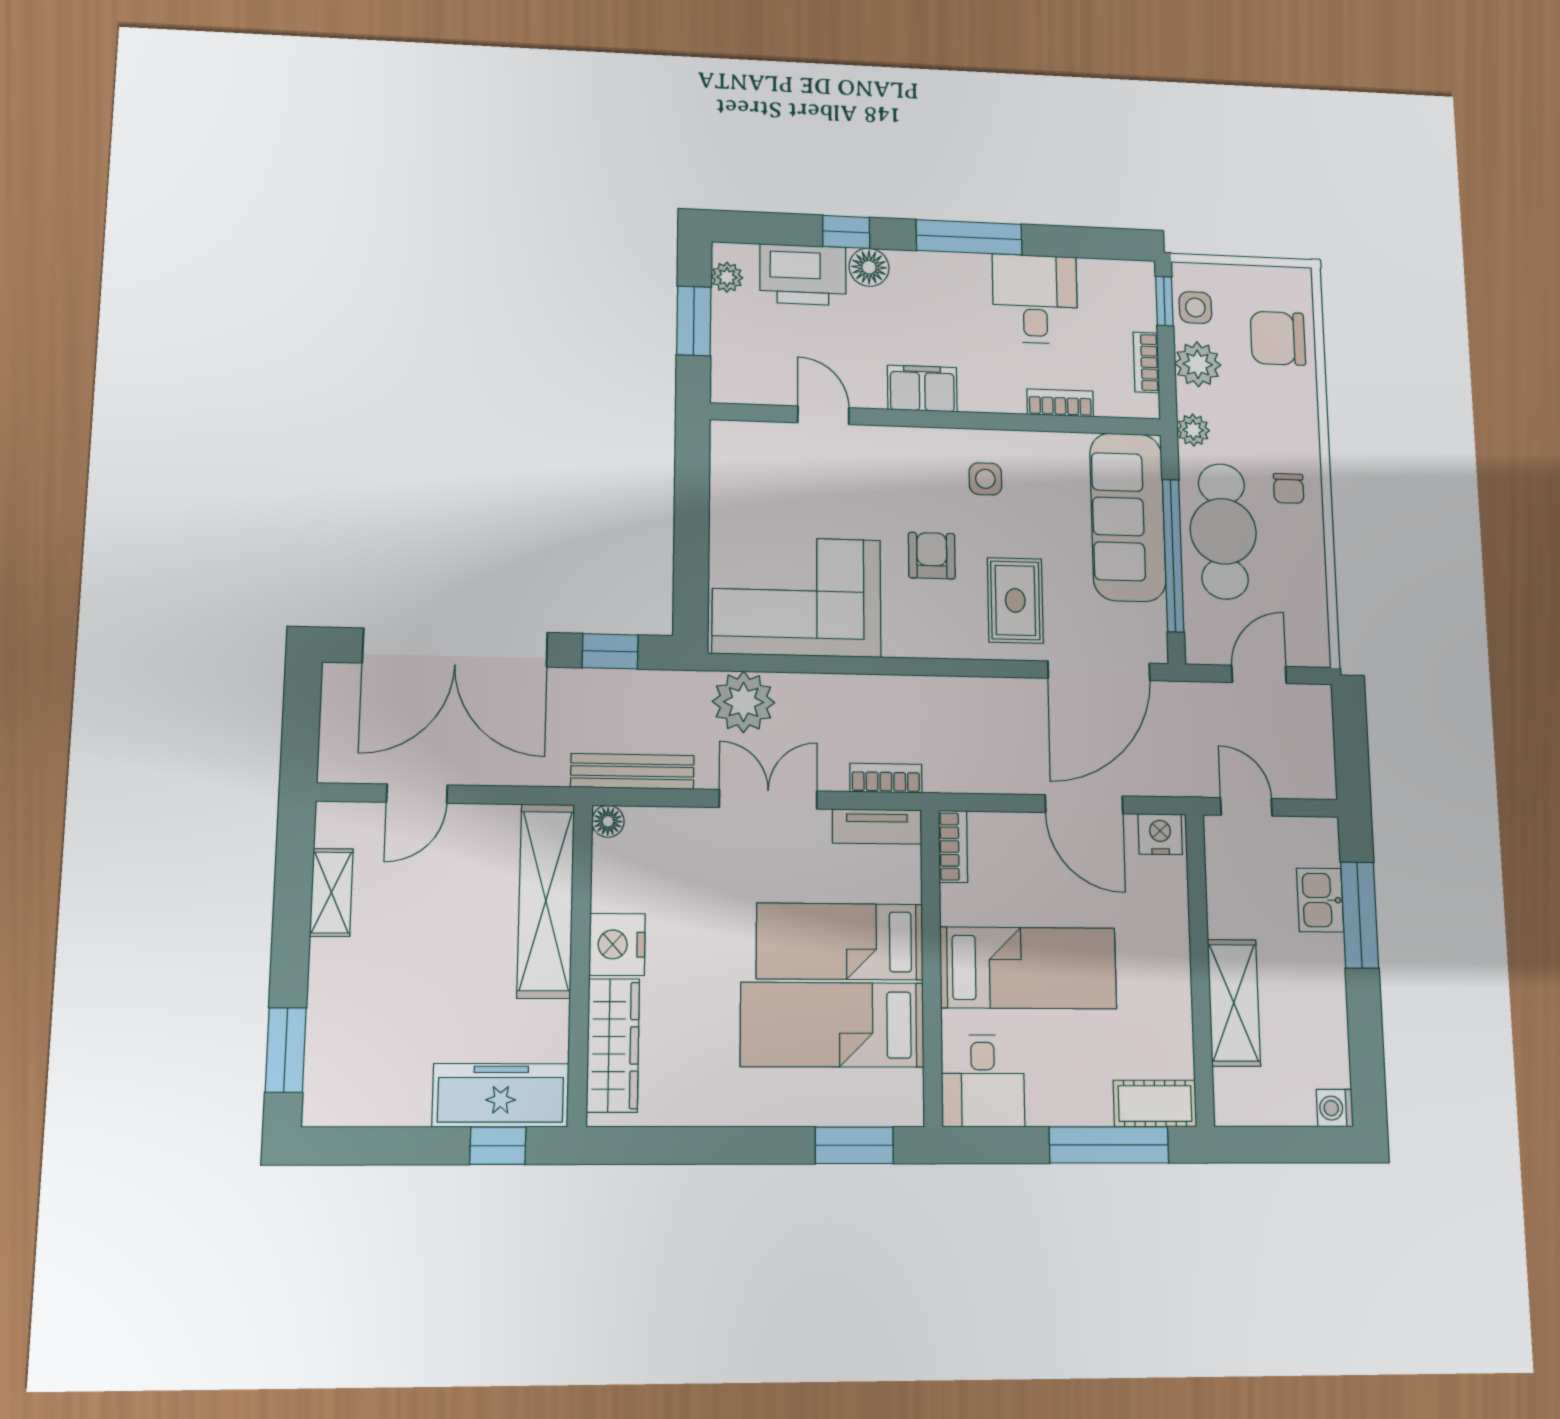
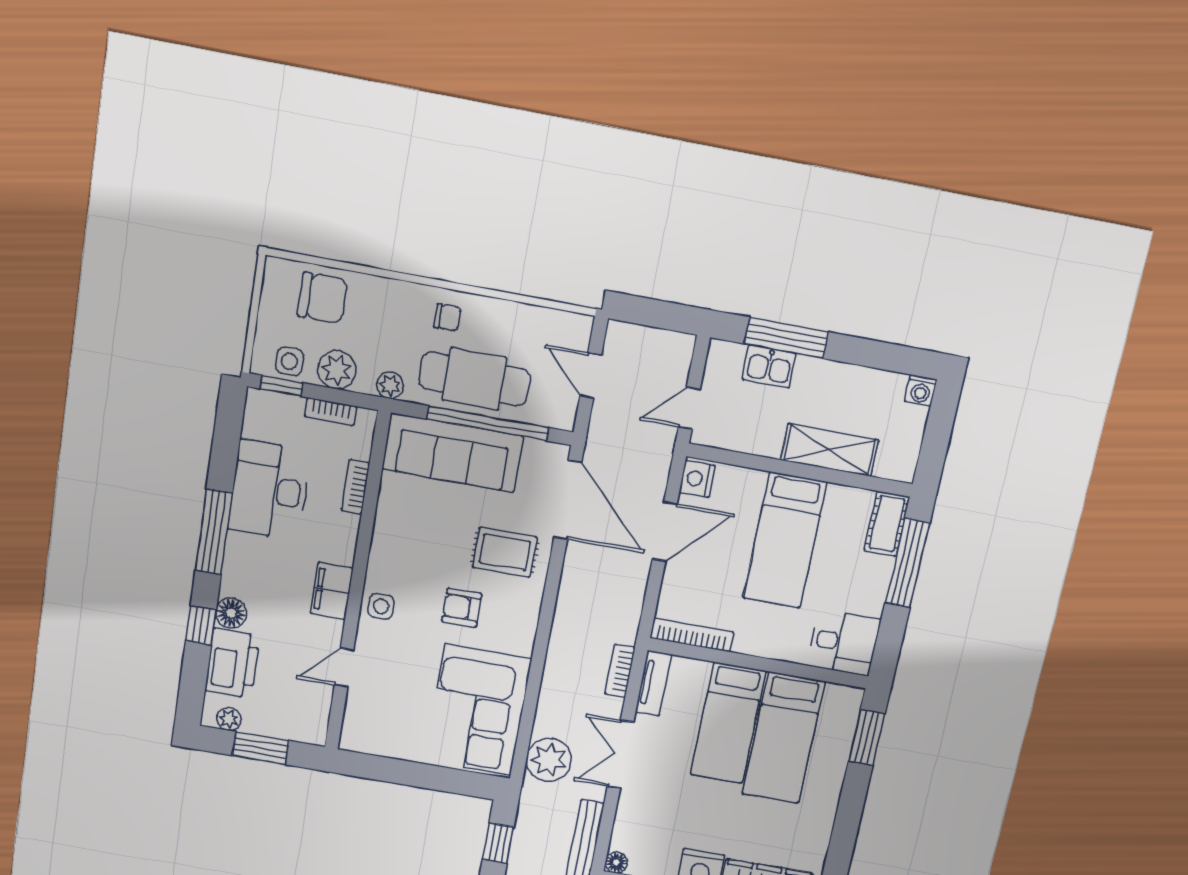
desk: (1035, 299) -> (269, 490), width x1.37
chair: (1278, 338) -> (322, 298), turned -90
side table: (985, 479) -> (381, 606), moved
bookcase: (953, 847) -> (692, 635), width x1.56
bed: (1028, 968) -> (785, 540), moved, turned 180

